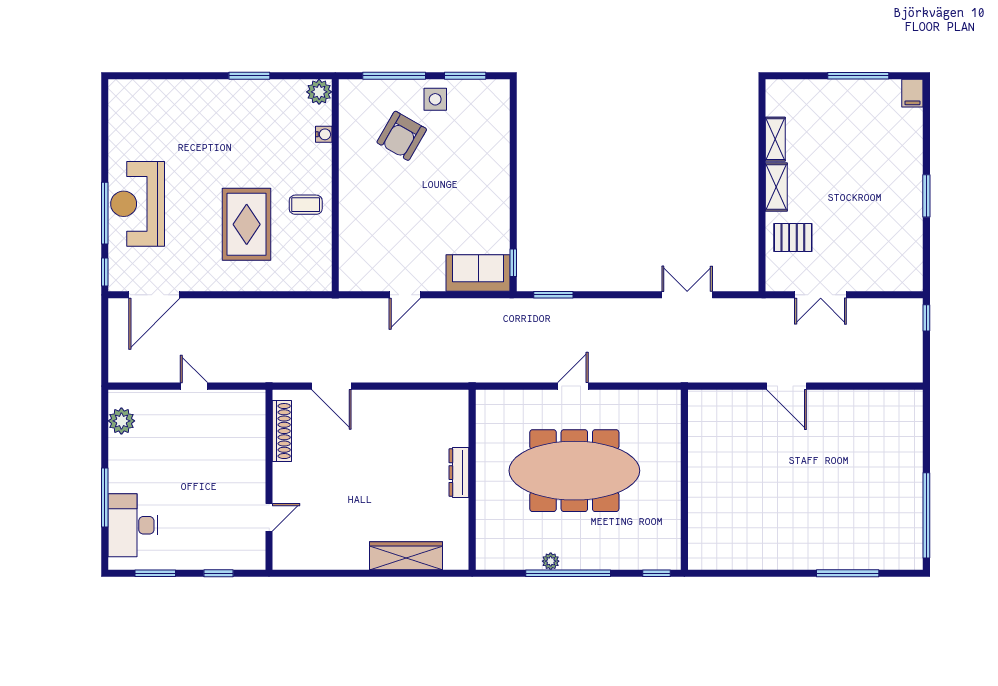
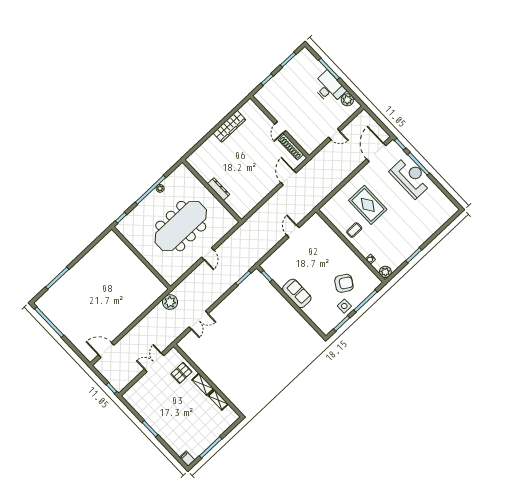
armchair: (402, 136) -> (344, 283), turned 92
sofa: (478, 273) -> (297, 293), moved, turned -90
plant: (705, 366) -> (170, 302), added
door: (331, 386) -> (288, 178), hinge flipped
door: (786, 386) -> (106, 350), moved
door: (269, 517) -> (280, 127), moved
desk: (133, 525) -> (329, 88), moved
wardrobe: (406, 556) -> (229, 126), moved

